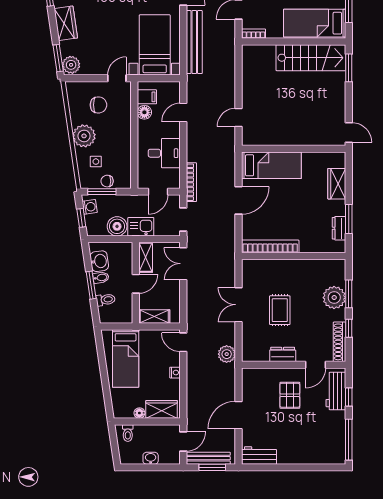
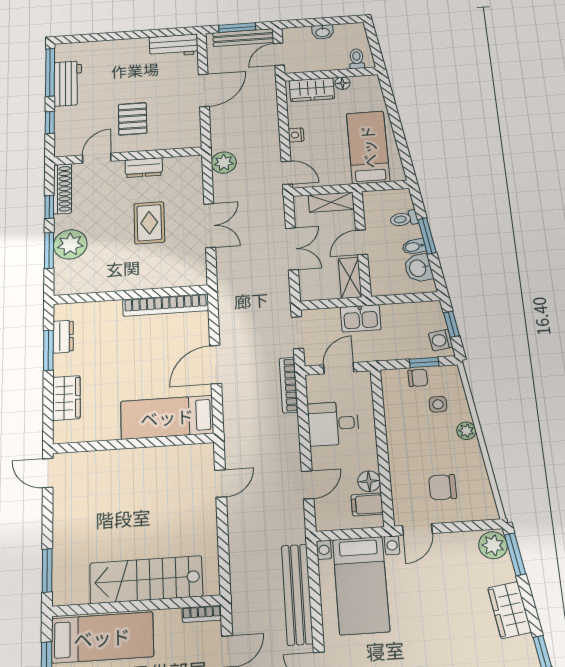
stairs: (311, 58) -> (146, 580), moved
plant: (84, 136) -> (466, 431), width x0.53, depth x0.53
window: (102, 192) -> (424, 362), width x0.67
boiler: (117, 226) -> (397, 316), removed
double door: (183, 264) -> (292, 249), moved
workbench: (336, 391) -> (68, 84), moved

